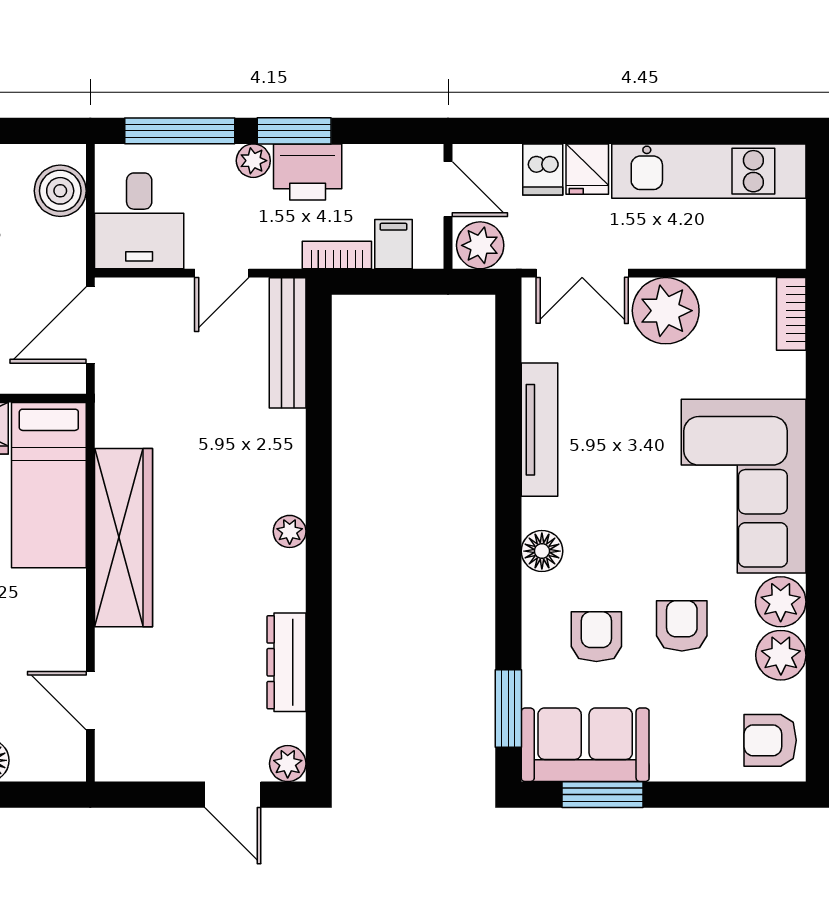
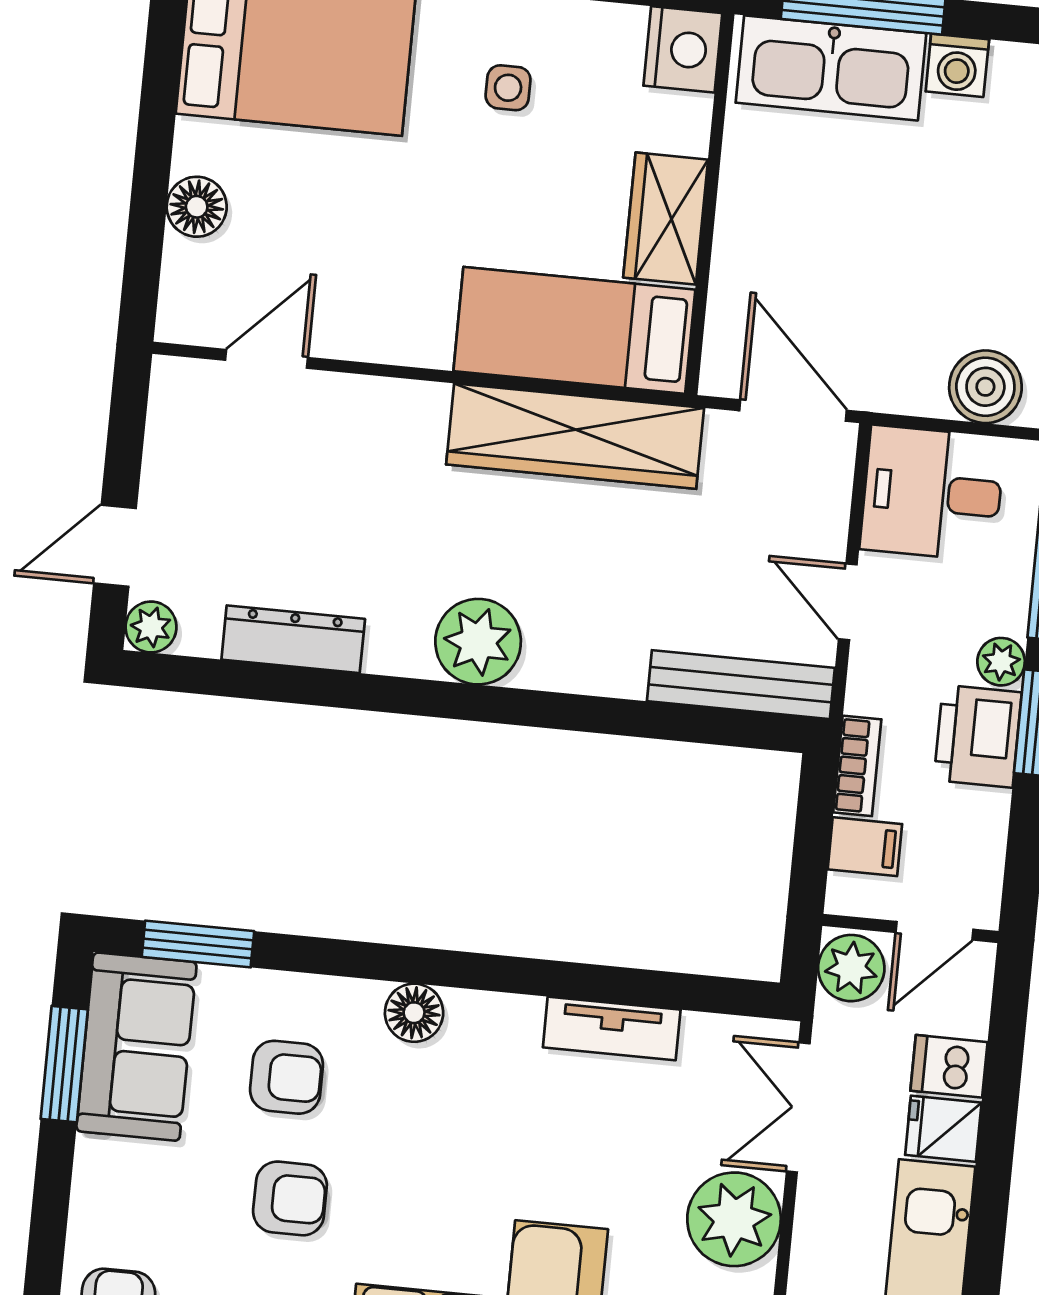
tv unit: (539, 430) -> (612, 1028), width x0.71
plant: (290, 531) -> (478, 642), width x1.87, depth x1.87
wardrobe: (124, 538) -> (575, 436), moved

